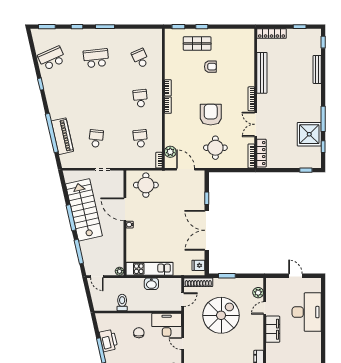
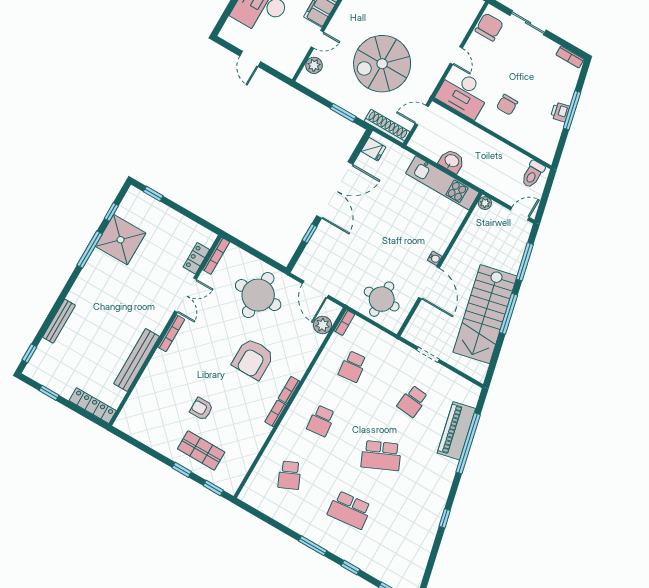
school desk: (52, 58) -> (381, 456), moved
armchair: (211, 115) -> (253, 359), moved
round table: (215, 148) -> (258, 295), width x1.36, depth x1.36
locker: (261, 153) -> (196, 258), width x0.66
door: (97, 277) -> (520, 214), hinge flipped
toilet: (122, 302) -> (533, 174), moved
printer: (108, 340) -> (560, 112), width x0.53, depth x0.68

